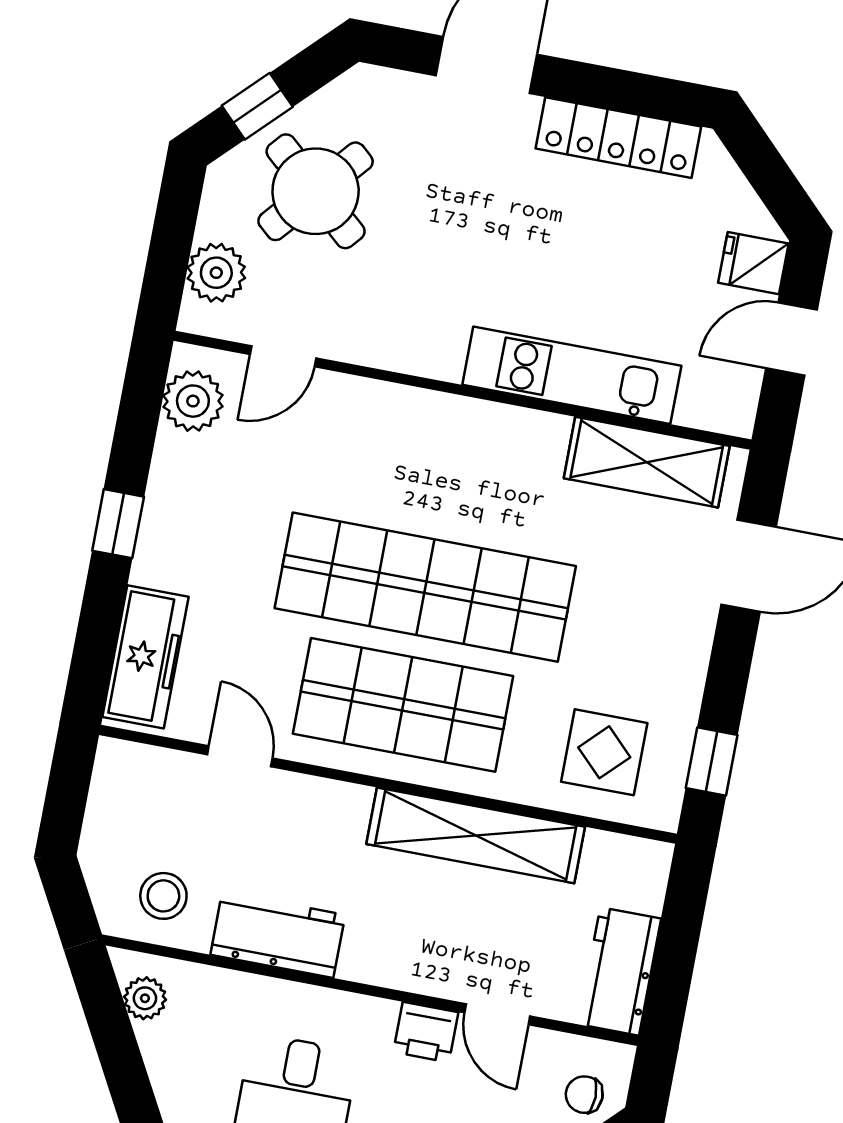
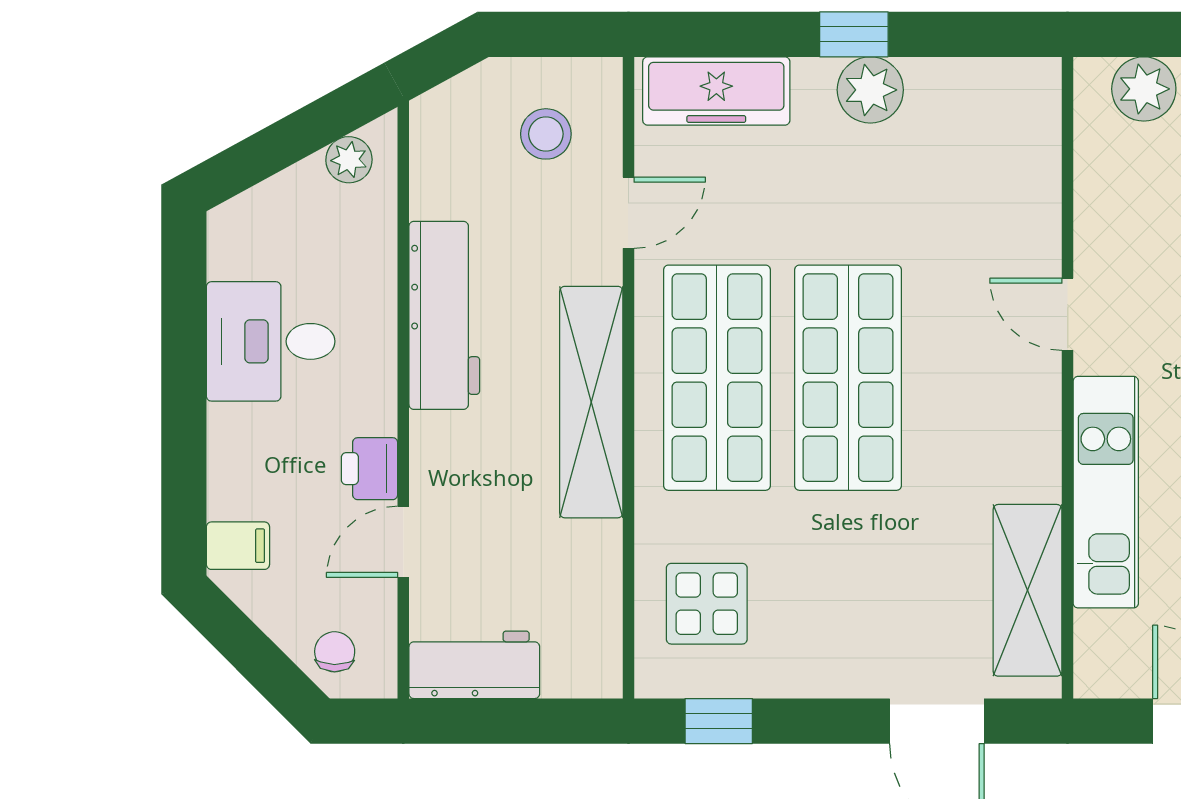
door: (283, 356) -> (1068, 314), moved
plant: (193, 401) -> (870, 90), moved
shop shelf: (425, 587) -> (848, 378), width x0.71
shelving: (476, 835) -> (591, 402), moved
stool: (163, 896) -> (546, 134), moved
workbench: (278, 935) -> (444, 315), width x1.38

